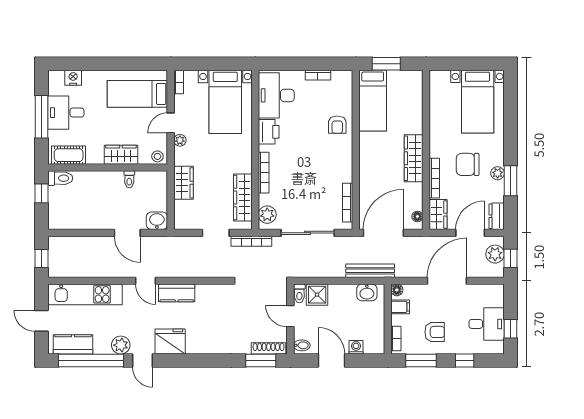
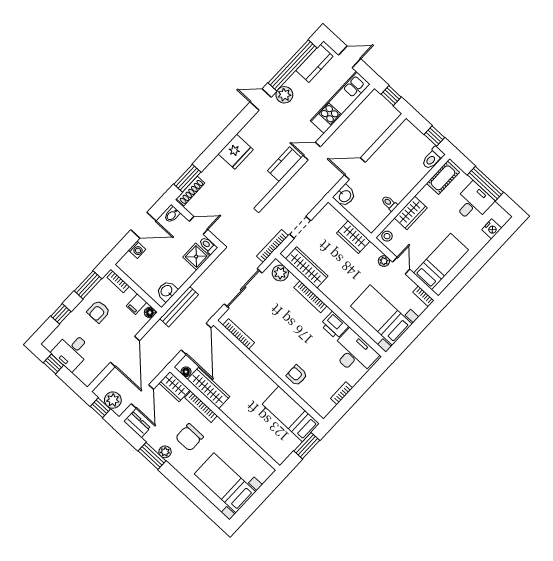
wardrobe: (414, 158) -> (208, 388), moved
chair: (468, 164) -> (189, 437), turned 180
fridge: (170, 342) -> (236, 152), moved

